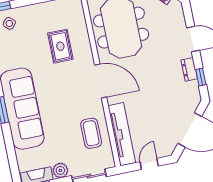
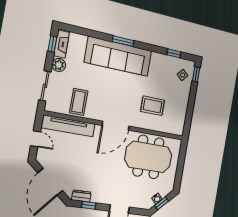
dresser: (189, 69) -> (81, 196), moved
coffee table: (91, 133) -> (79, 102), turned 90

